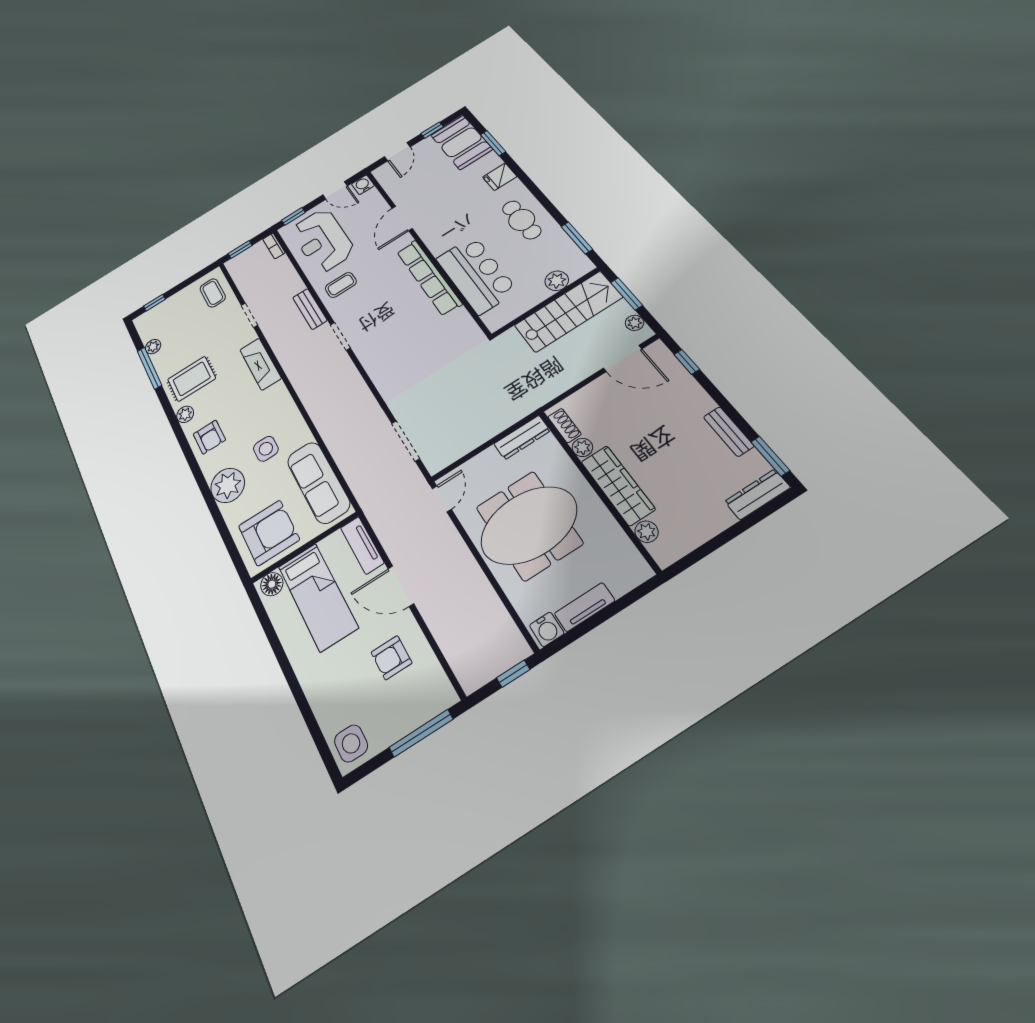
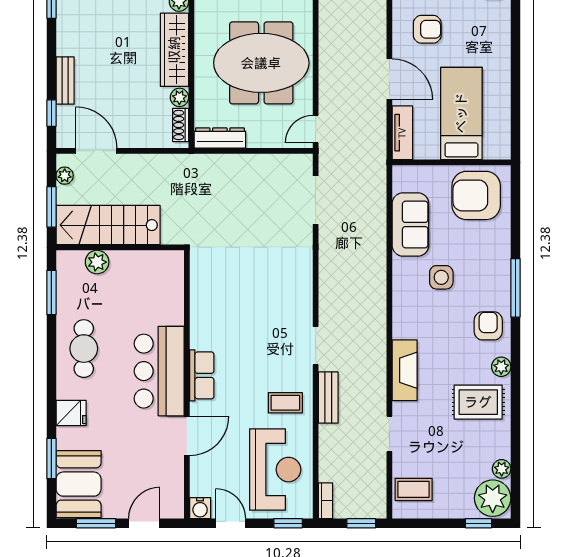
window: (432, 130) -> (96, 523), width x1.50
bar counter: (476, 274) -> (159, 371), moved
row of seats: (429, 277) -> (202, 375), width x0.50
coffee table: (213, 293) -> (414, 489), turned 90
window: (149, 368) -> (515, 288), moved
bench: (729, 431) -> (65, 80), moved
sofa: (318, 482) -> (410, 225), width x0.73
plant: (228, 485) -> (493, 498), moved
floor lamp: (272, 584) -> (495, 149), removed

